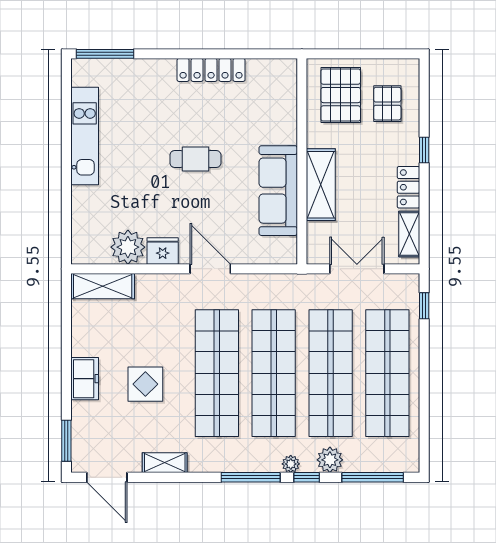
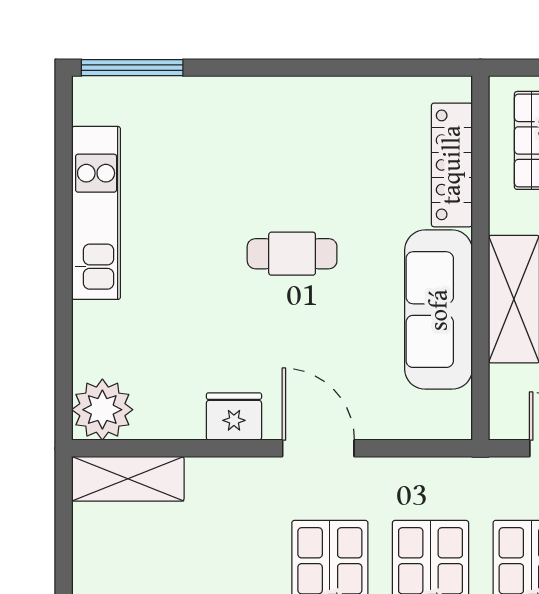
locker: (211, 70) -> (452, 165), moved, turned 90
plant: (128, 247) -> (102, 410), moved

